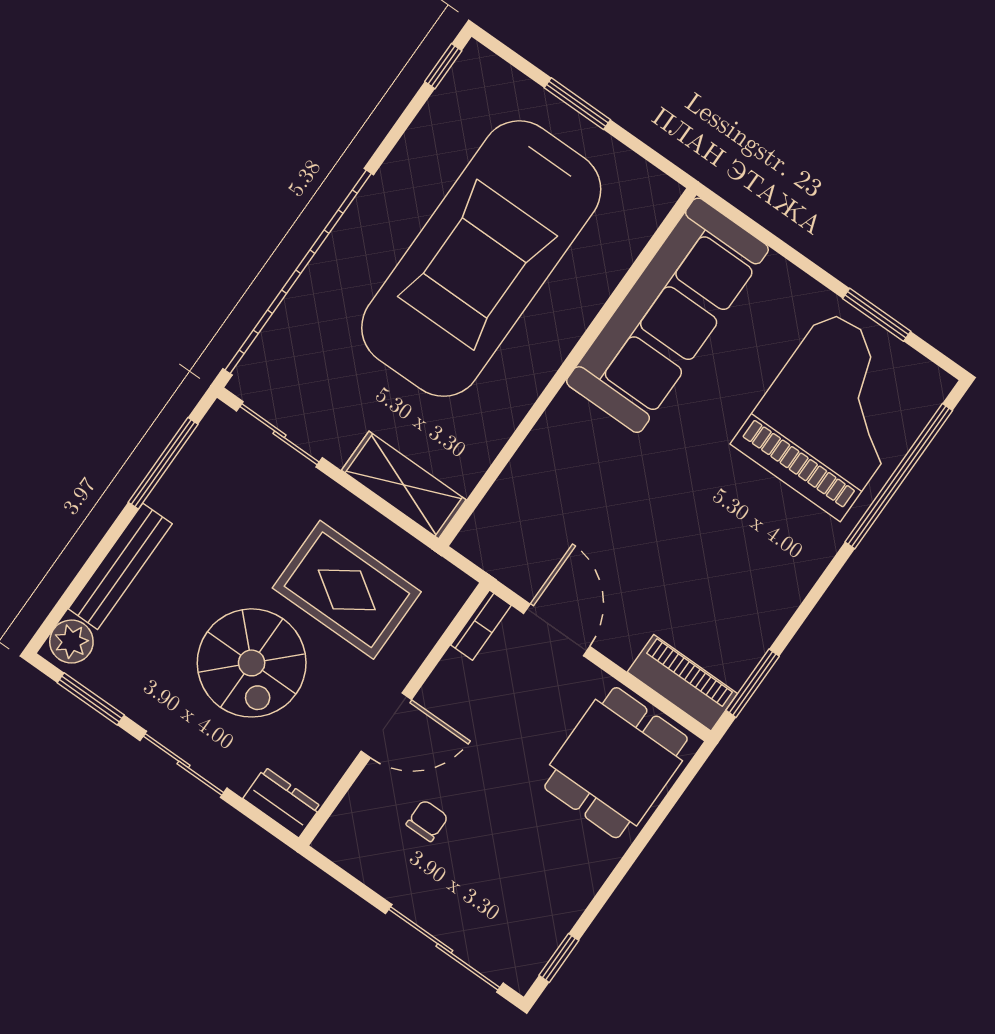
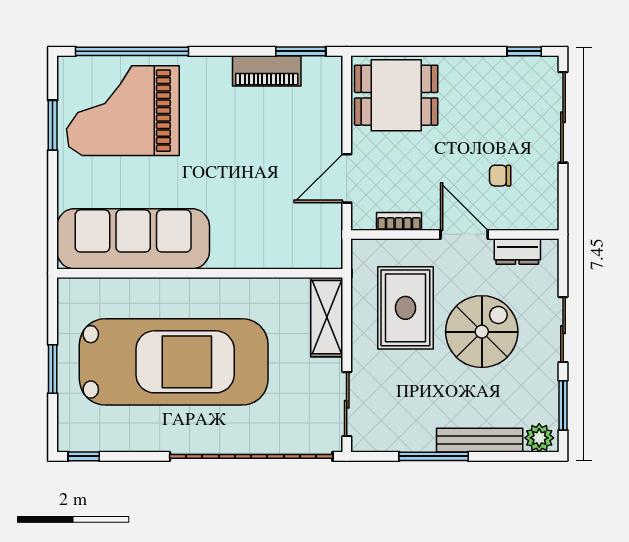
window: (163, 463) -> (434, 456), moved
bookcase: (481, 625) -> (399, 221), moved
piano: (682, 683) -> (267, 71), moved, turned -90
dresser: (282, 802) -> (517, 252), moved, turned -90

